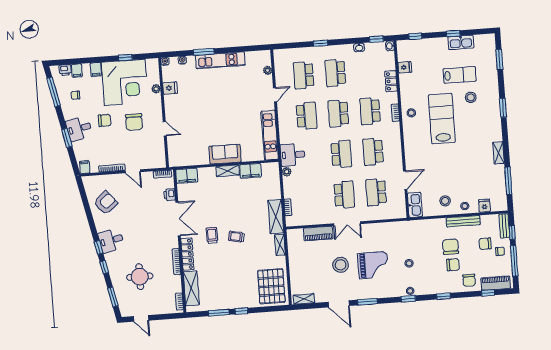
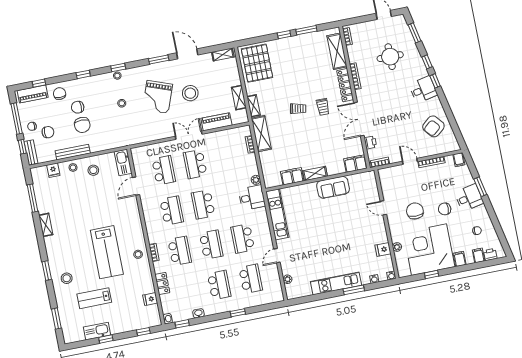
window: (54, 92) -> (499, 231), removed
stool: (471, 97) -> (67, 278), moved
sofa: (225, 154) -> (333, 187), moved
shelving: (293, 255) -> (239, 98), added
grand piano: (373, 265) -> (158, 97), turned -70

